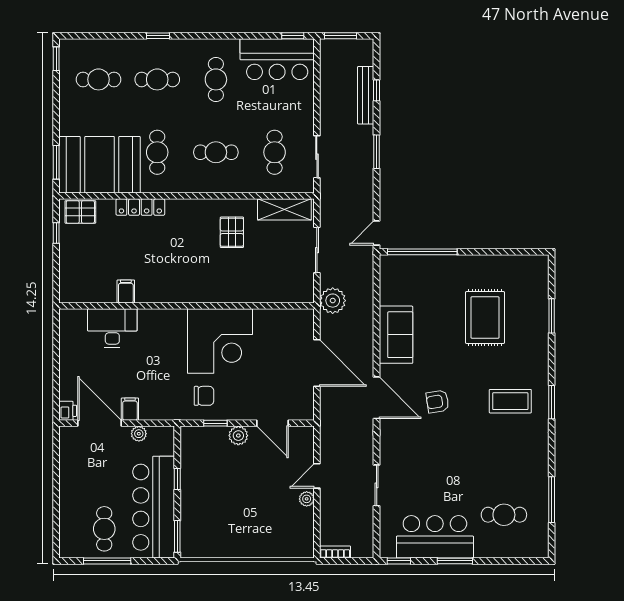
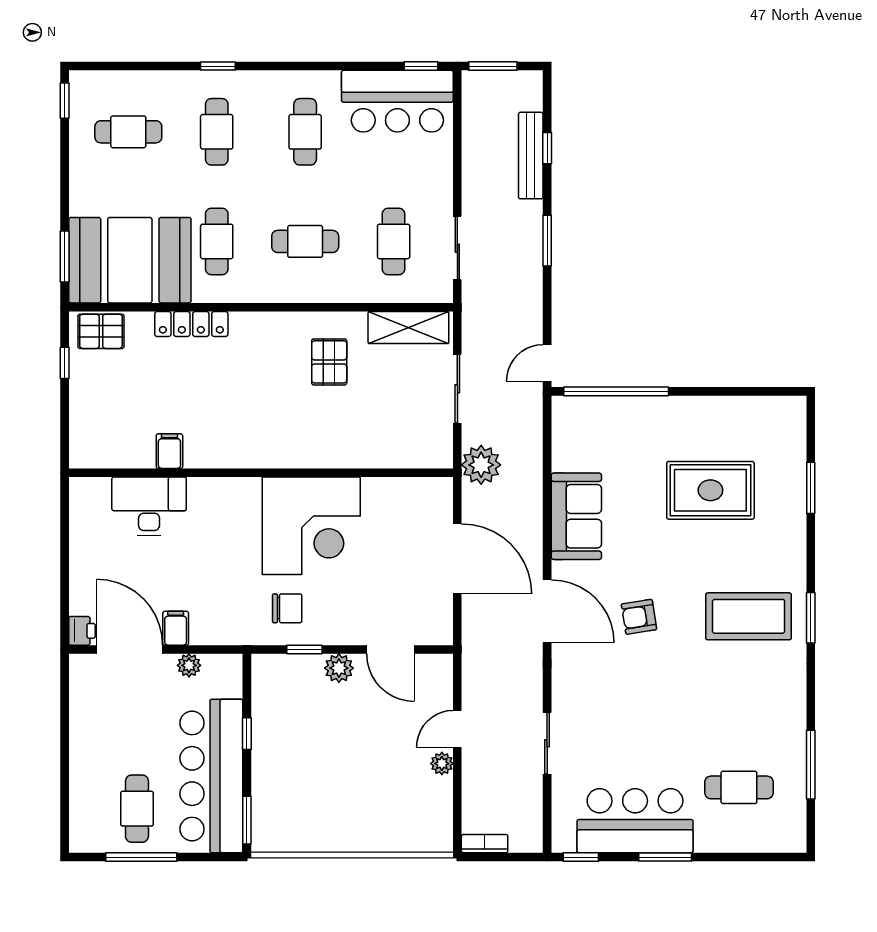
cafe table: (157, 79) -> (217, 132), turned 90
rug: (485, 317) -> (710, 490), turned 90
coffee table: (510, 401) -> (749, 616), width x1.36, depth x1.32

